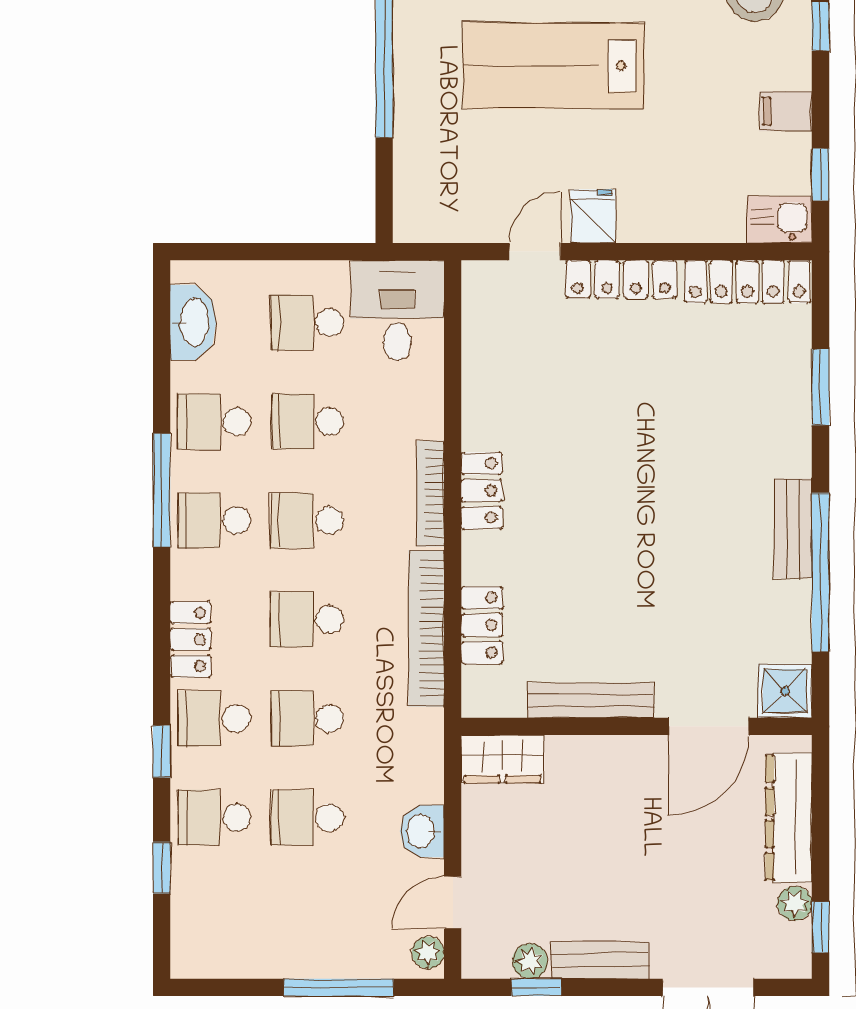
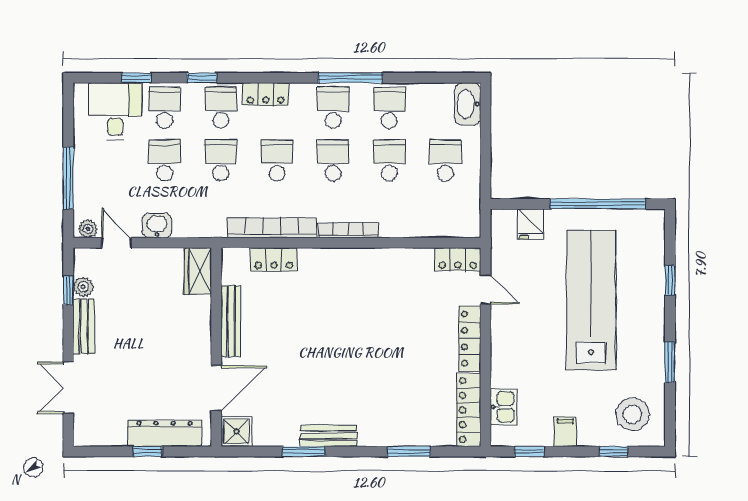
lab bench: (554, 66) -> (591, 300), width x1.36
fridge: (593, 216) -> (530, 224), moved, turned 90
kitchen sink: (780, 220) -> (504, 407), moved
desk: (397, 310) -> (115, 111), moved, turned -90
washbasin: (193, 322) -> (468, 104), moved, turned 90
locker: (482, 491) -> (458, 259), moved
window: (820, 572) -> (304, 451), width x0.47
door: (709, 726) -> (216, 388), swing flipped
plant: (795, 903) -> (116, 437), removed
window: (820, 927) -> (148, 451), moved

